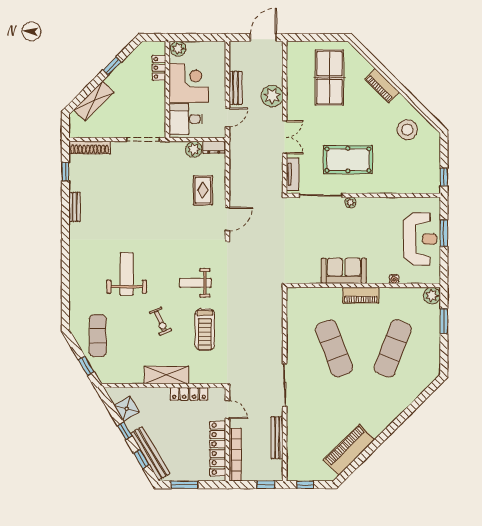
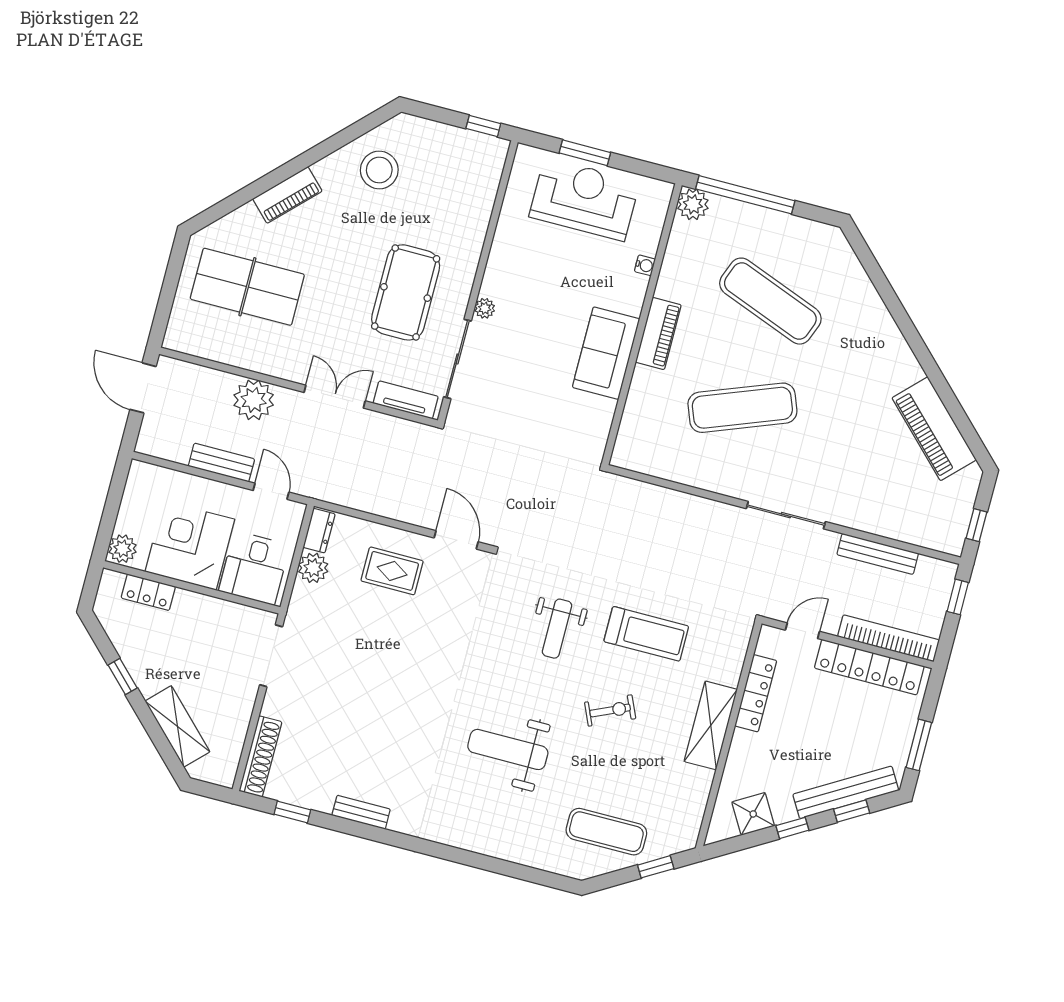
window: (444, 321) -> (745, 195), width x2.11

